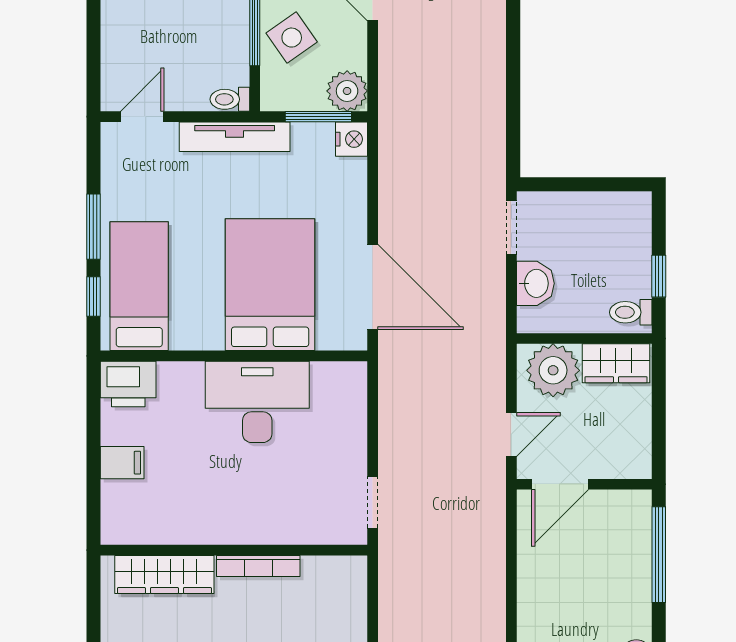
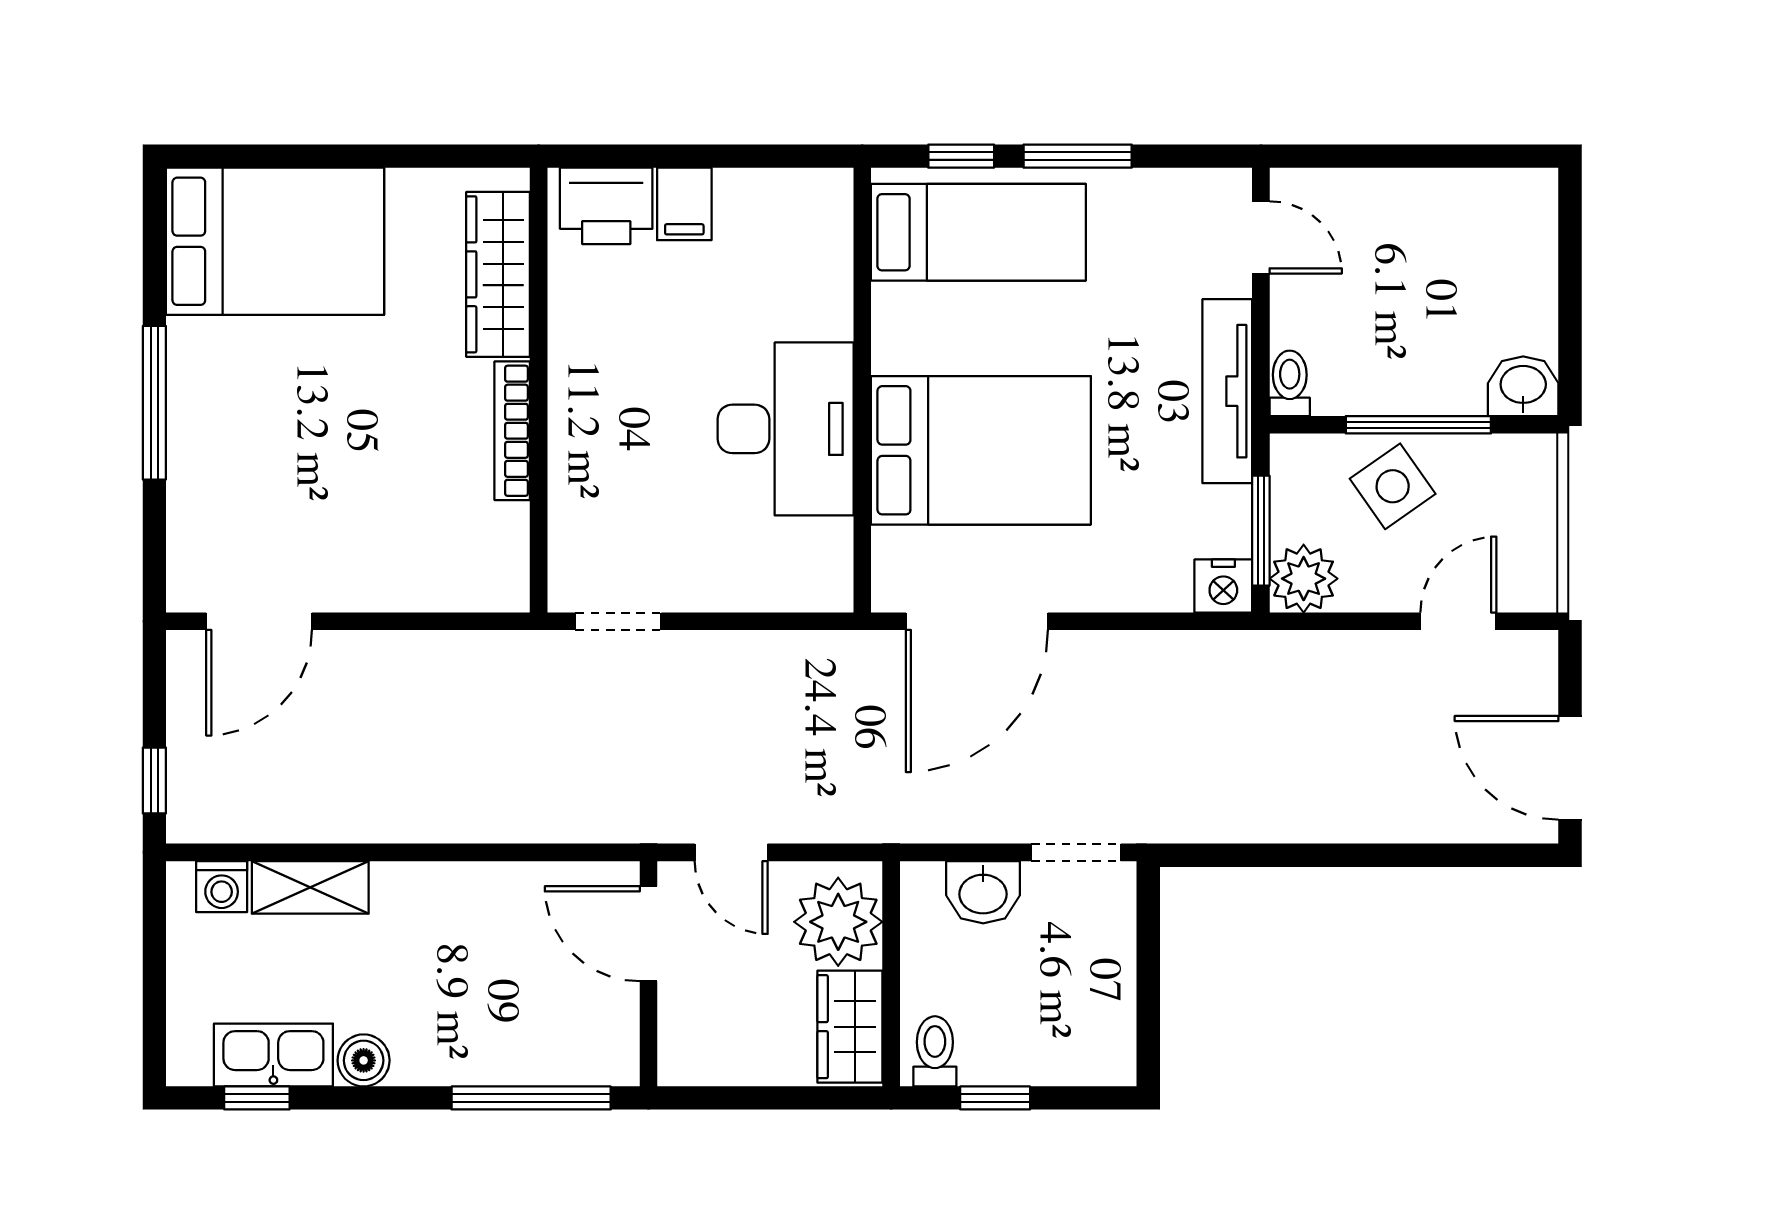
printer: (128, 384) -> (606, 206), moved, turned -90

